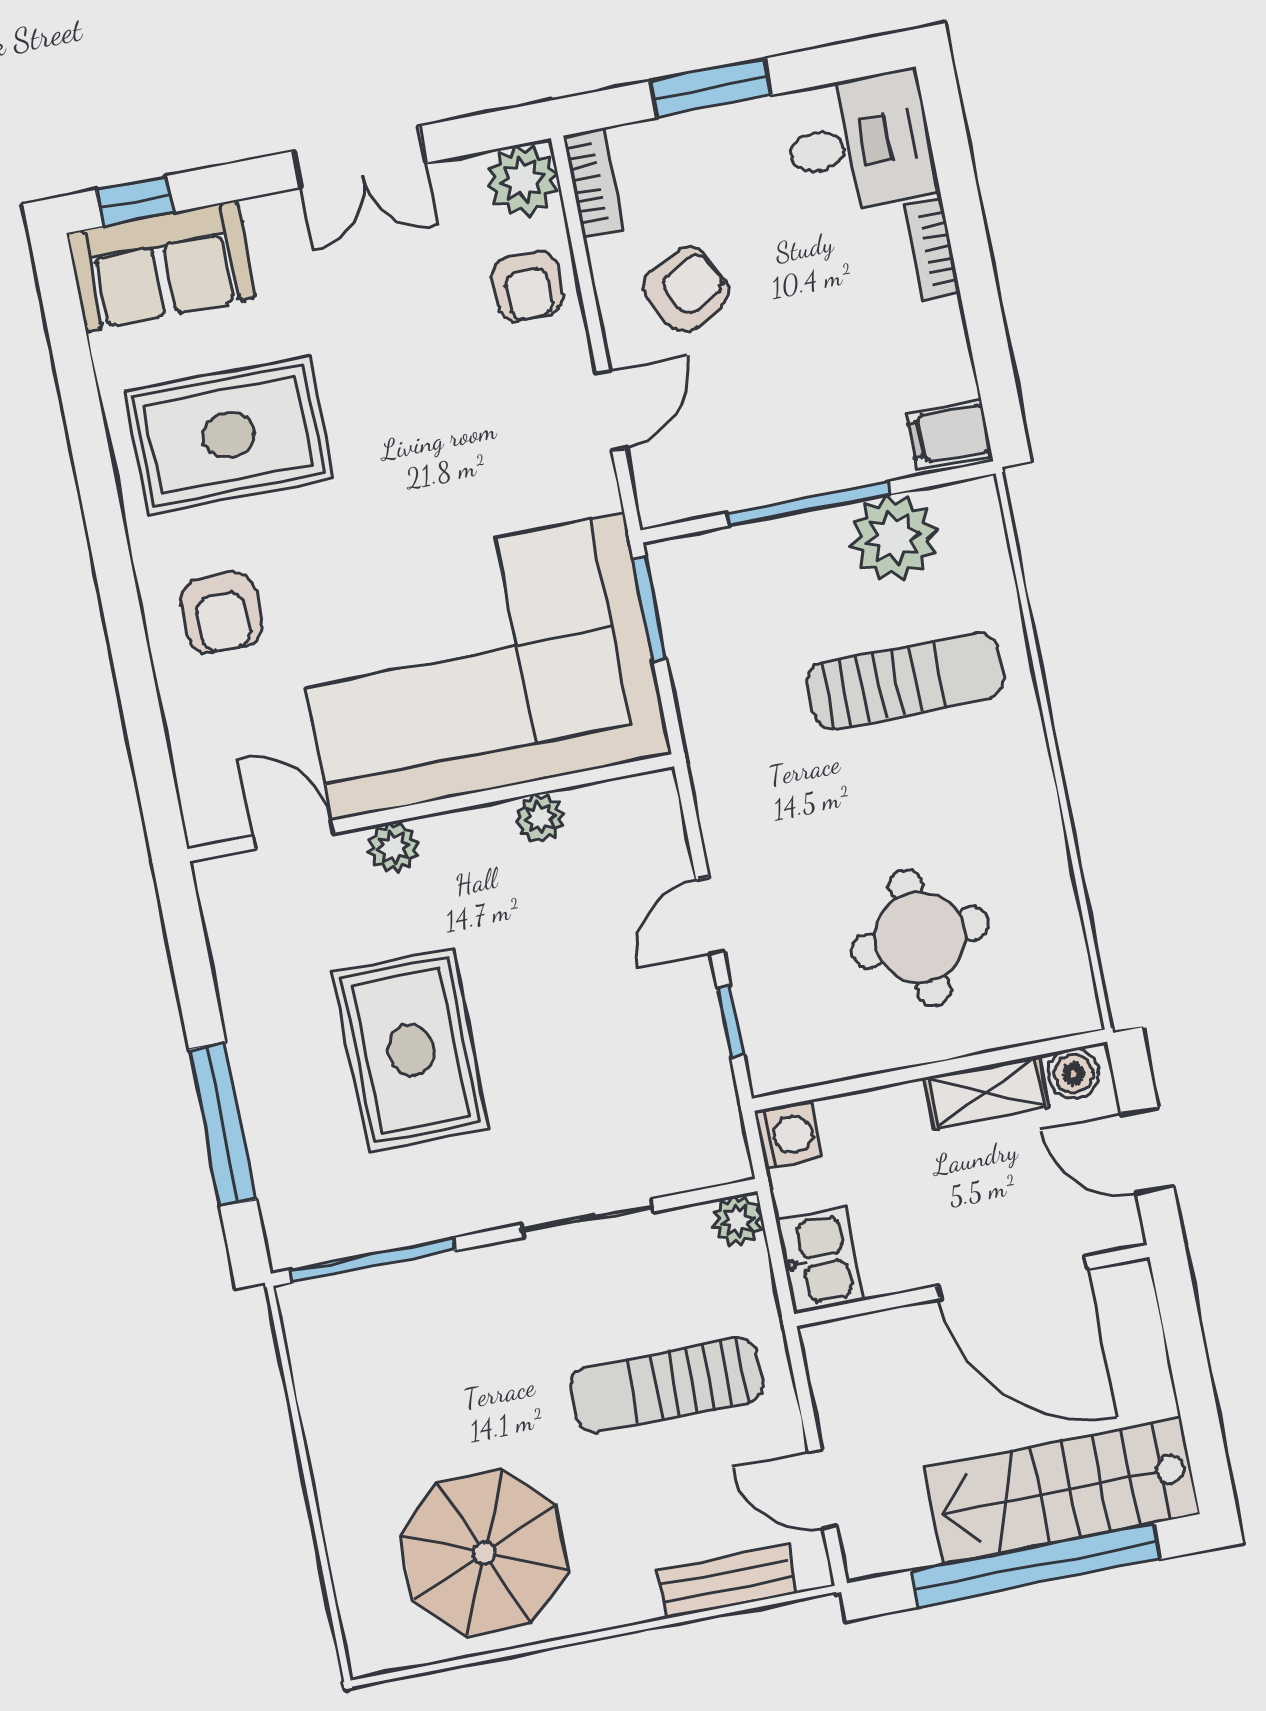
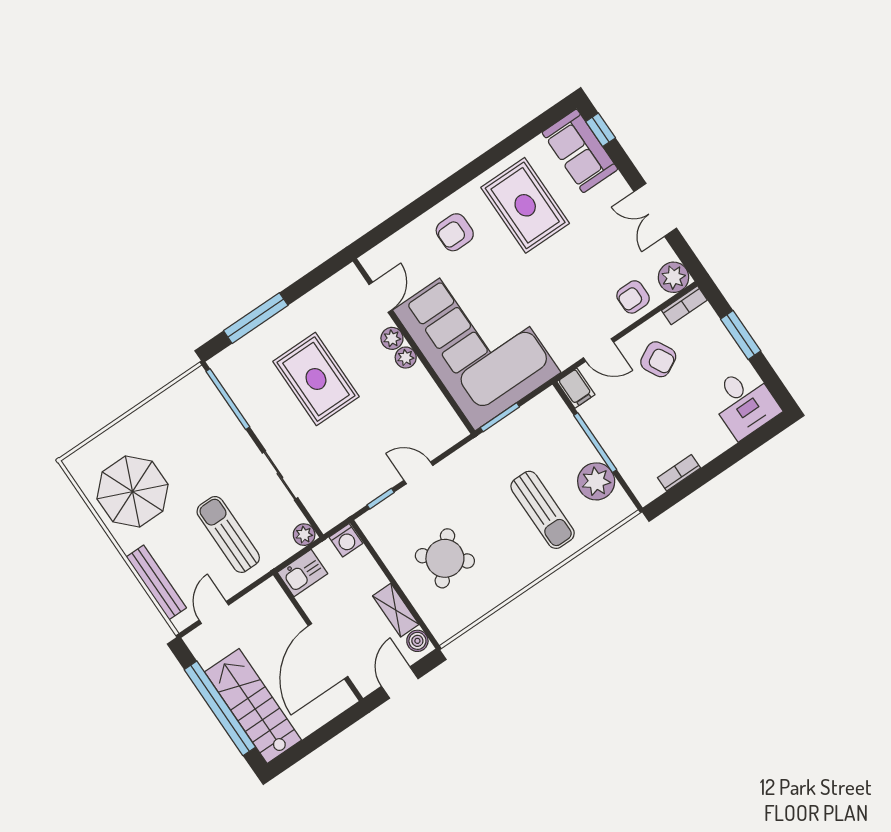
bookcase: (932, 249) -> (679, 473), moved
filing cabinet: (949, 434) -> (576, 388), moved, turned 180
window: (650, 609) -> (500, 417), moved
plant: (540, 818) -> (406, 358), moved
round table: (920, 937) -> (445, 558), turned 45
rug: (411, 1050) -> (316, 379), turned 90
bench: (727, 1581) -> (156, 582), width x1.36

